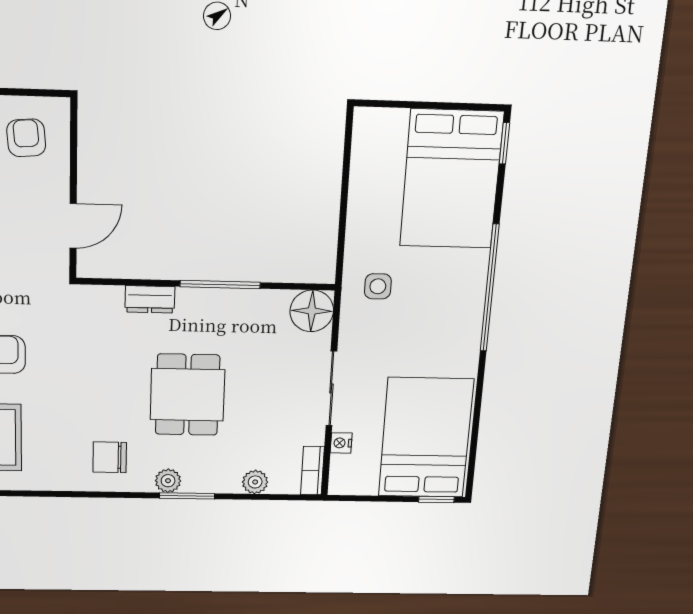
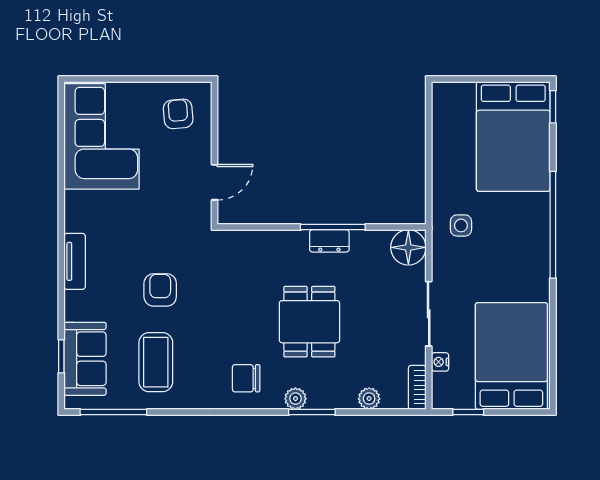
dresser: (150, 299) -> (329, 241), moved
window: (436, 499) -> (468, 412), moved

